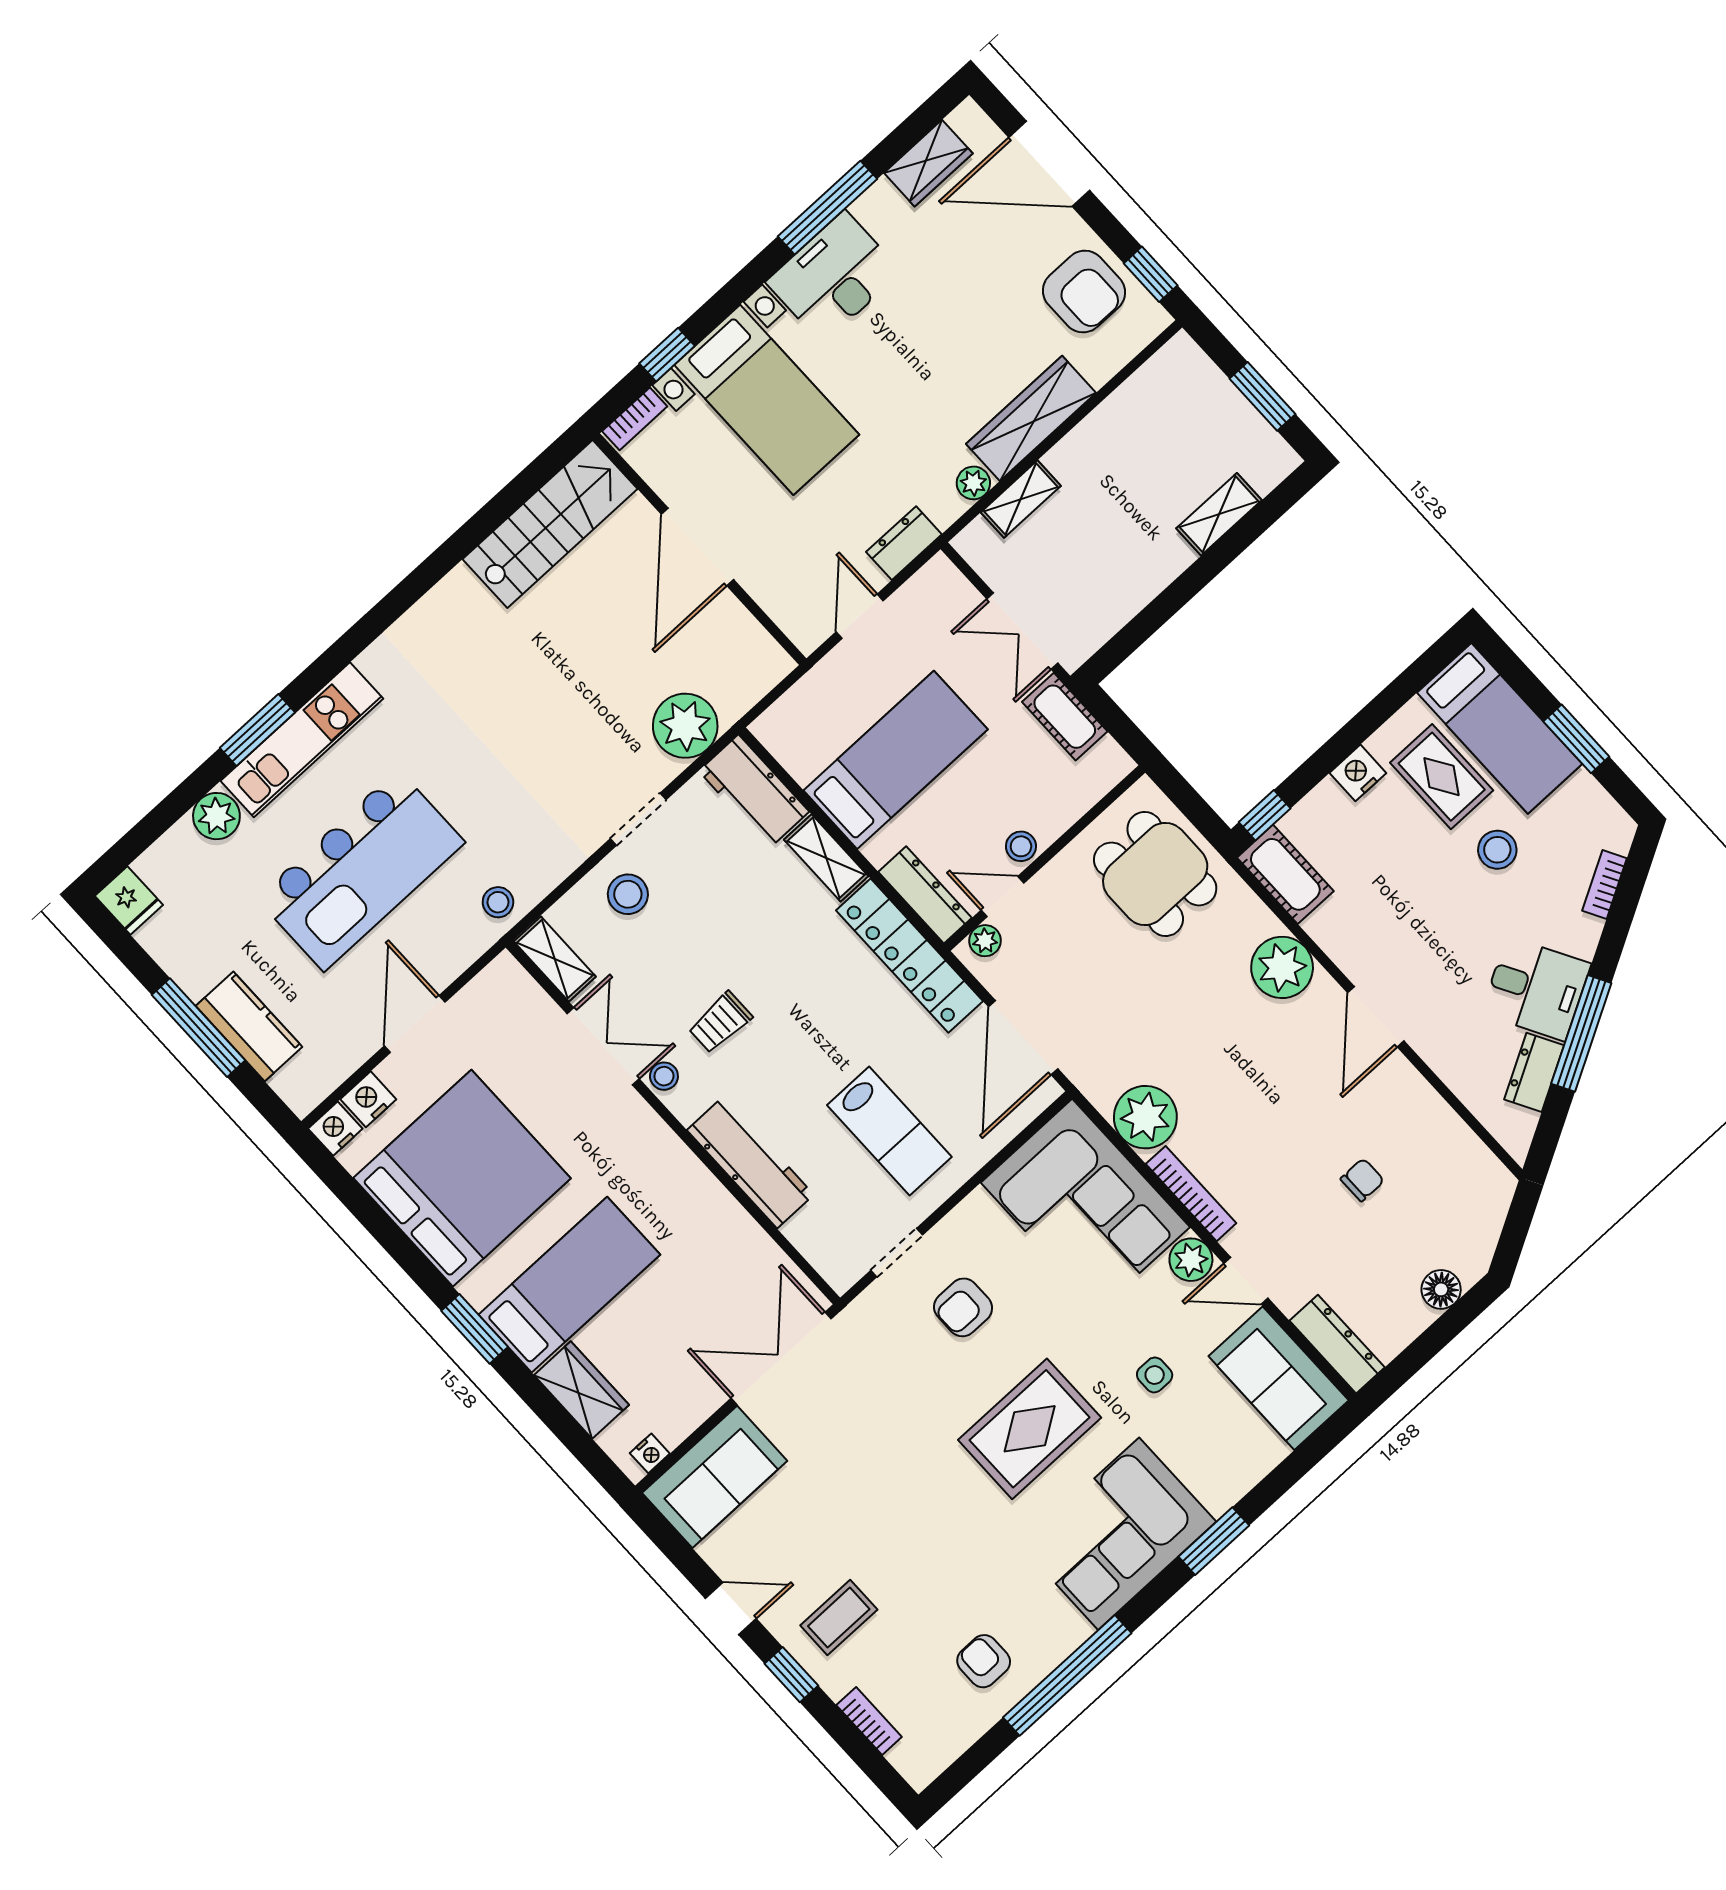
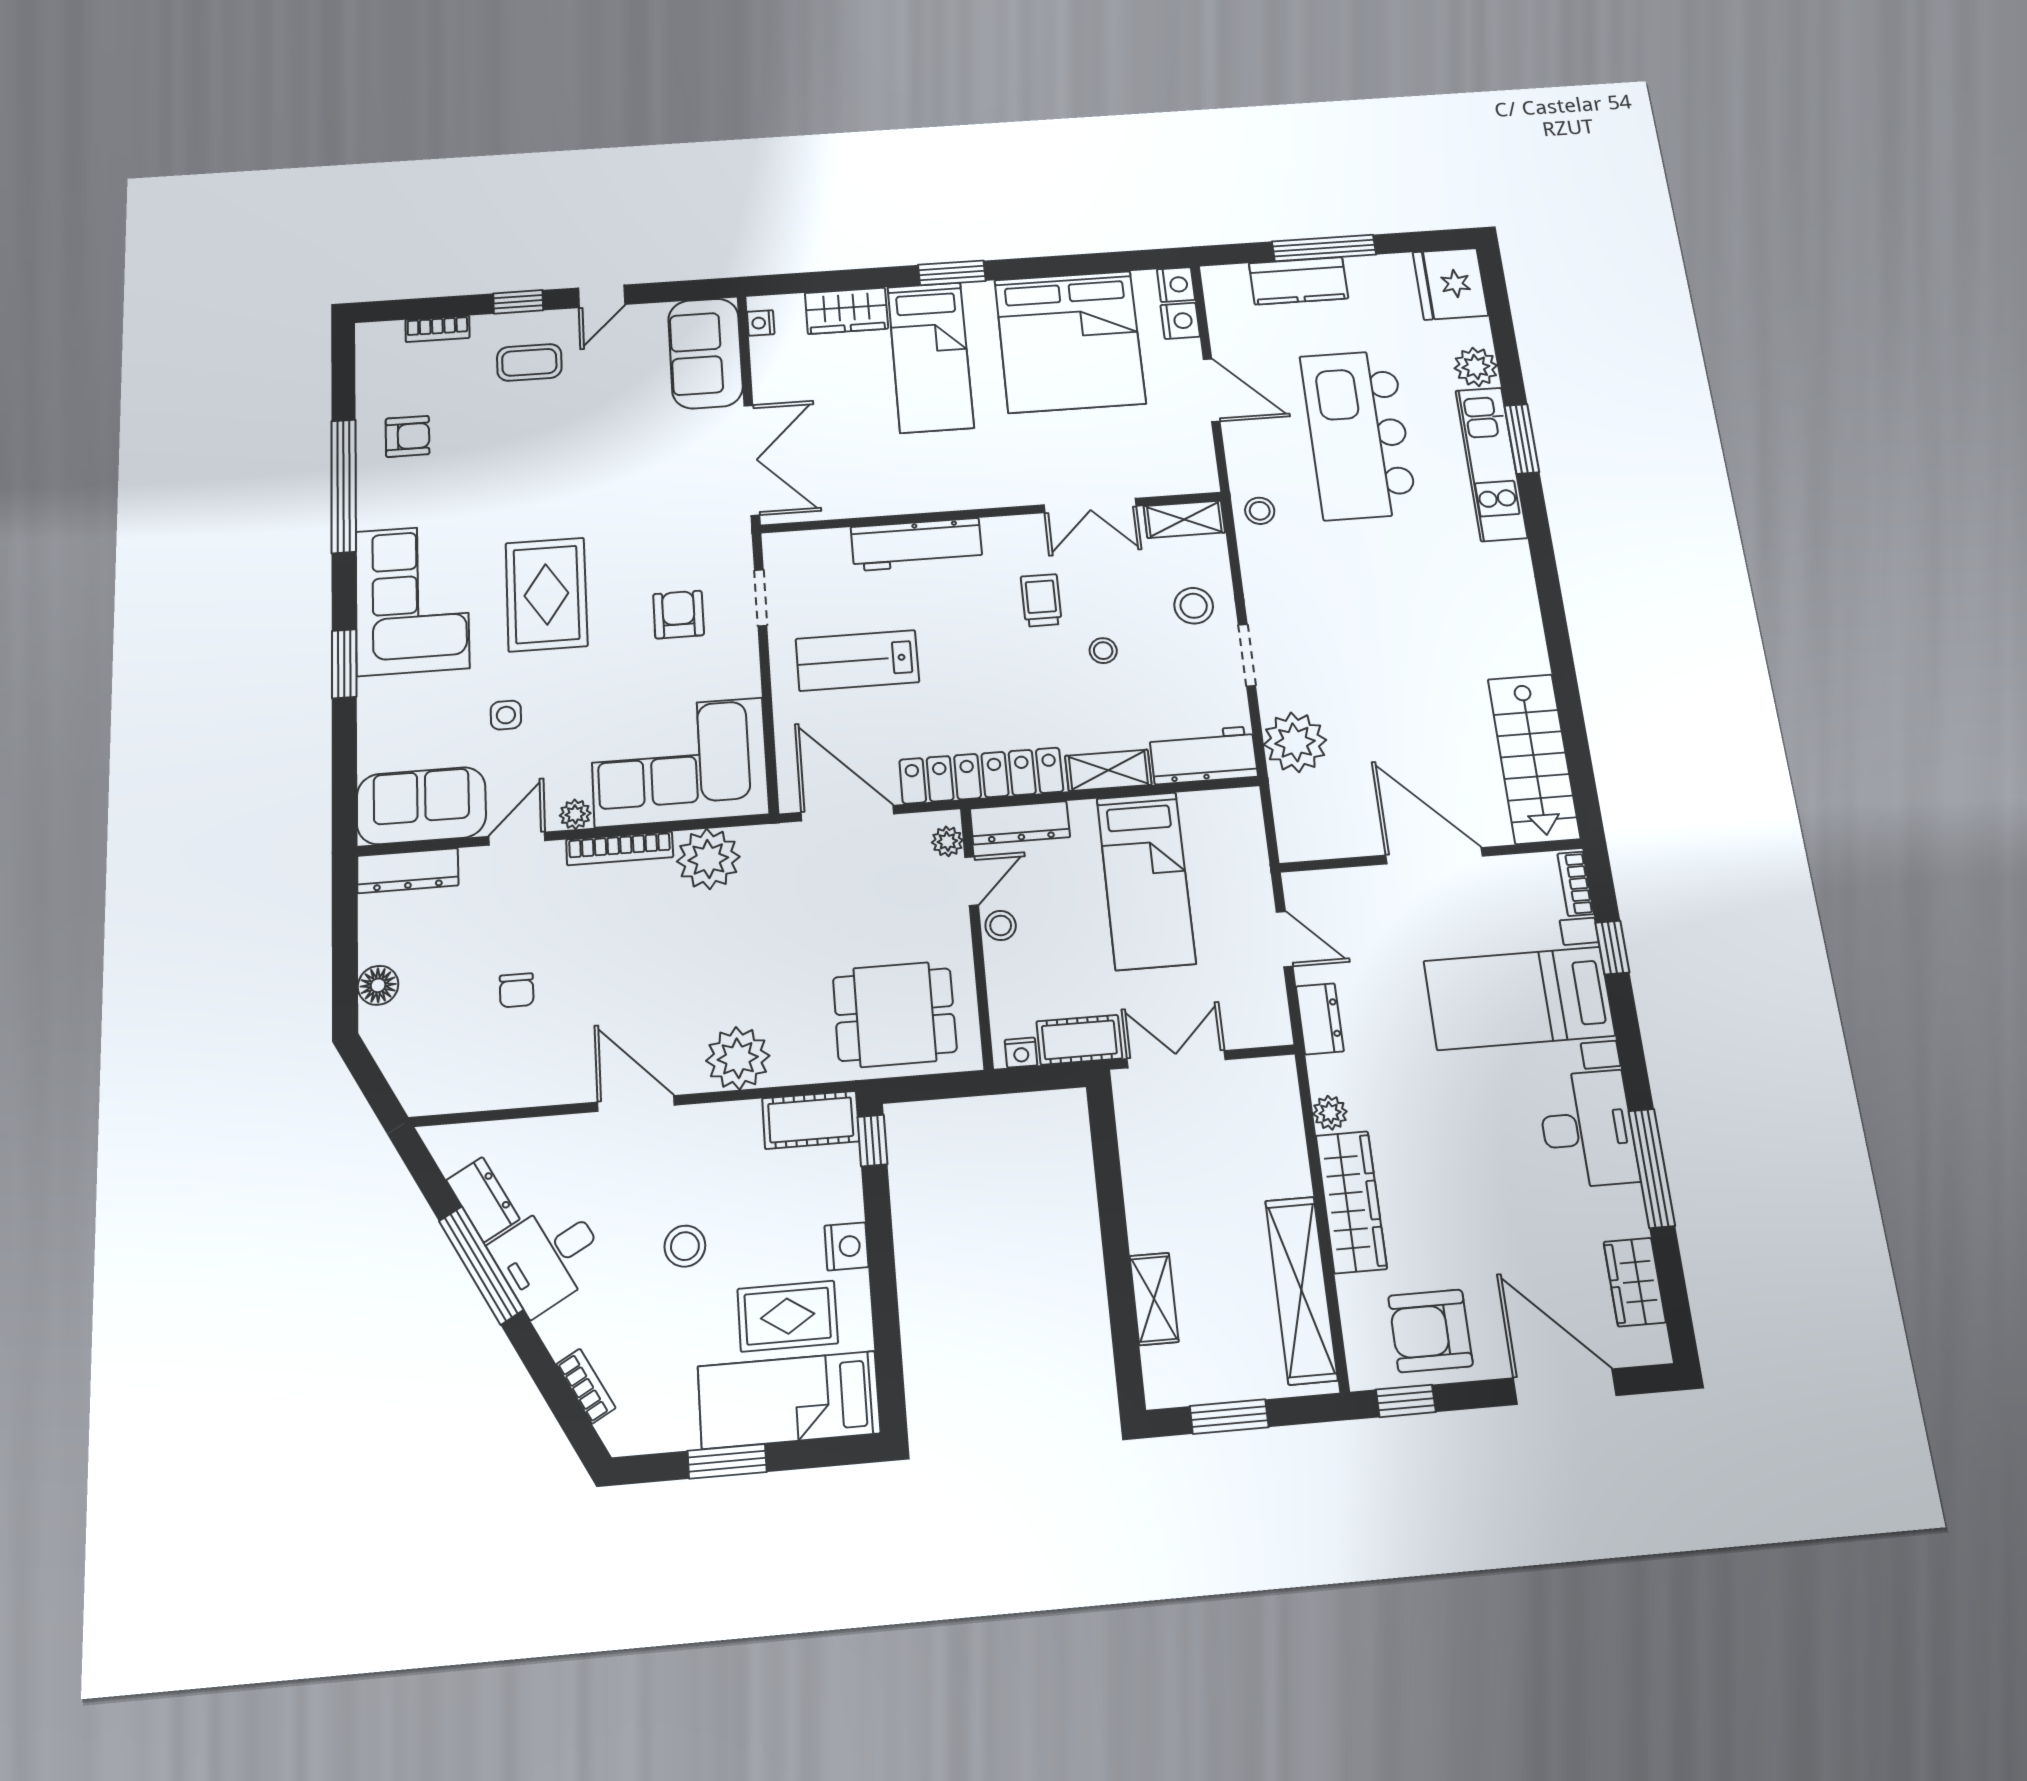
door: (1049, 164) -> (1565, 1387), hinge flipped
shelving: (1021, 499) -> (1301, 1290), moved, width x2.20, depth x1.33
nightstand: (1110, 754) -> (1021, 1053), added
stool: (1497, 850) -> (685, 1246), moved
fridge: (129, 900) -> (1450, 284), width x1.88, depth x1.34
stool: (664, 1076) -> (1103, 651), moved
plant: (1191, 1260) -> (575, 814), width x0.73, depth x0.73
coffee table: (839, 1618) -> (529, 362), turned 90

